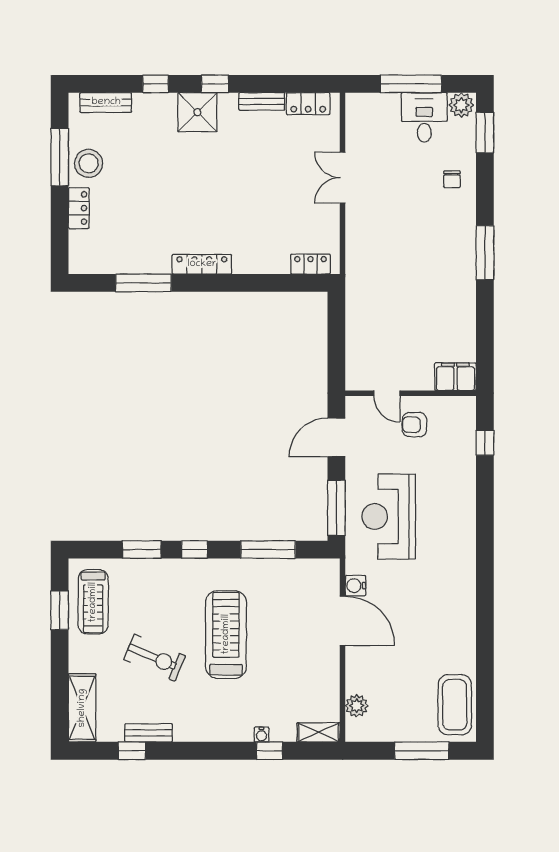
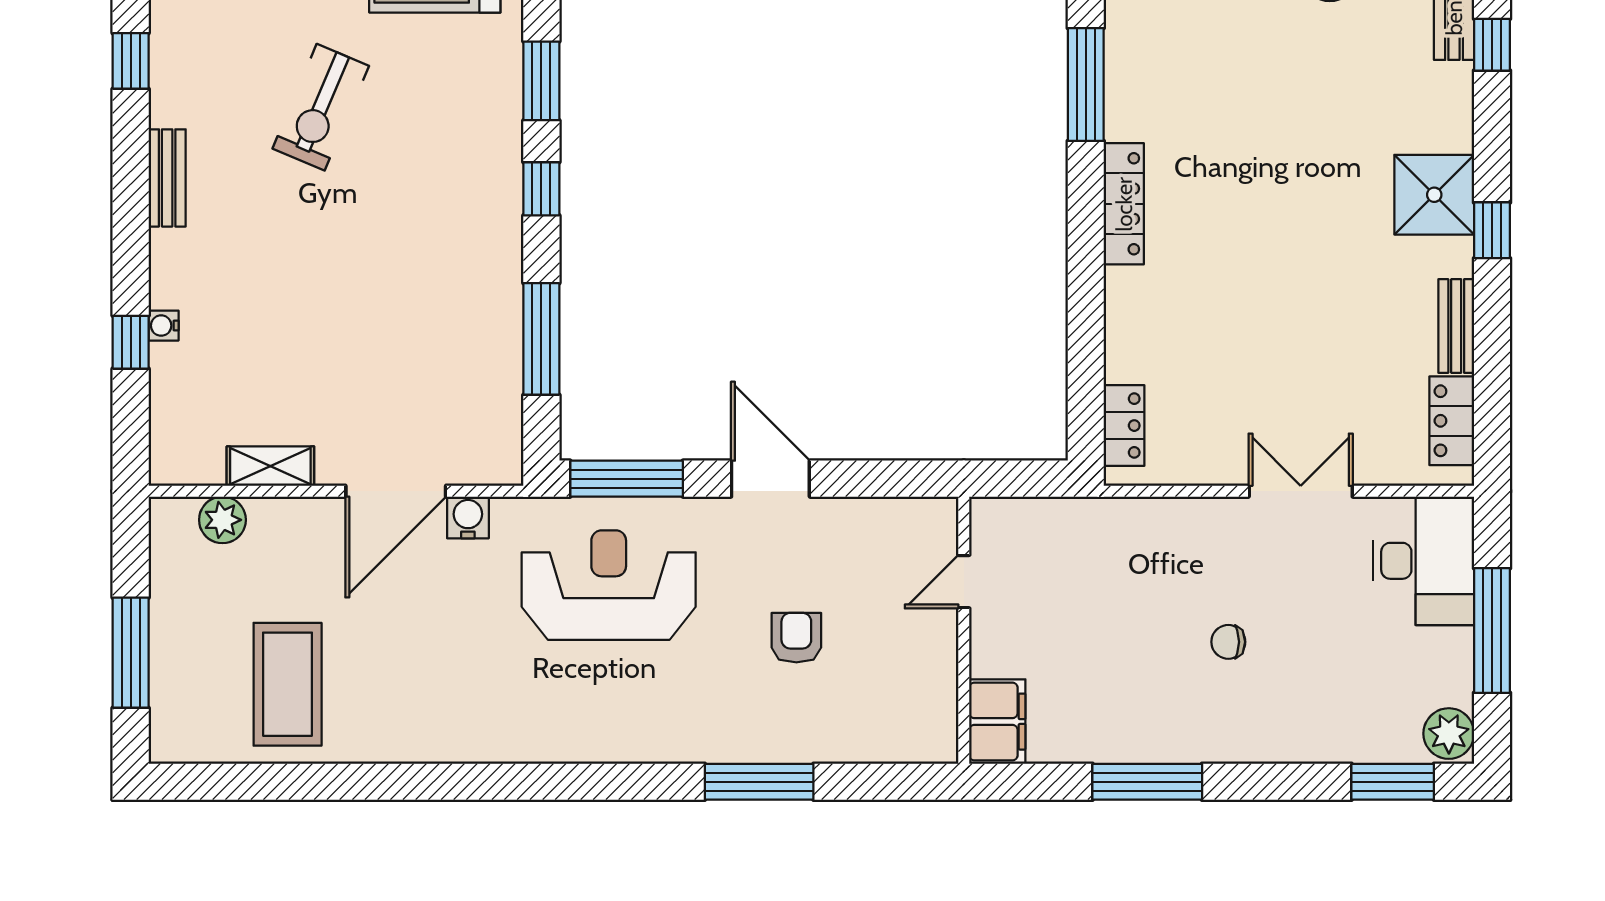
window: (155, 84) -> (1492, 45), moved
desk: (424, 117) -> (1424, 561), moved, width x1.37
chair: (452, 179) -> (1228, 642), moved
filing cabinet: (455, 377) -> (997, 722), moved
door: (387, 393) -> (964, 582), moved
wall: (411, 393) -> (964, 630), moved
window: (485, 443) -> (759, 782), width x2.17
treadmill: (226, 634) -> (368, 253), removed
coffee table: (455, 705) -> (288, 684), moved, turned 90
shelving: (319, 732) -> (270, 466), moved, turned 90
bench: (149, 733) -> (167, 178), moved

